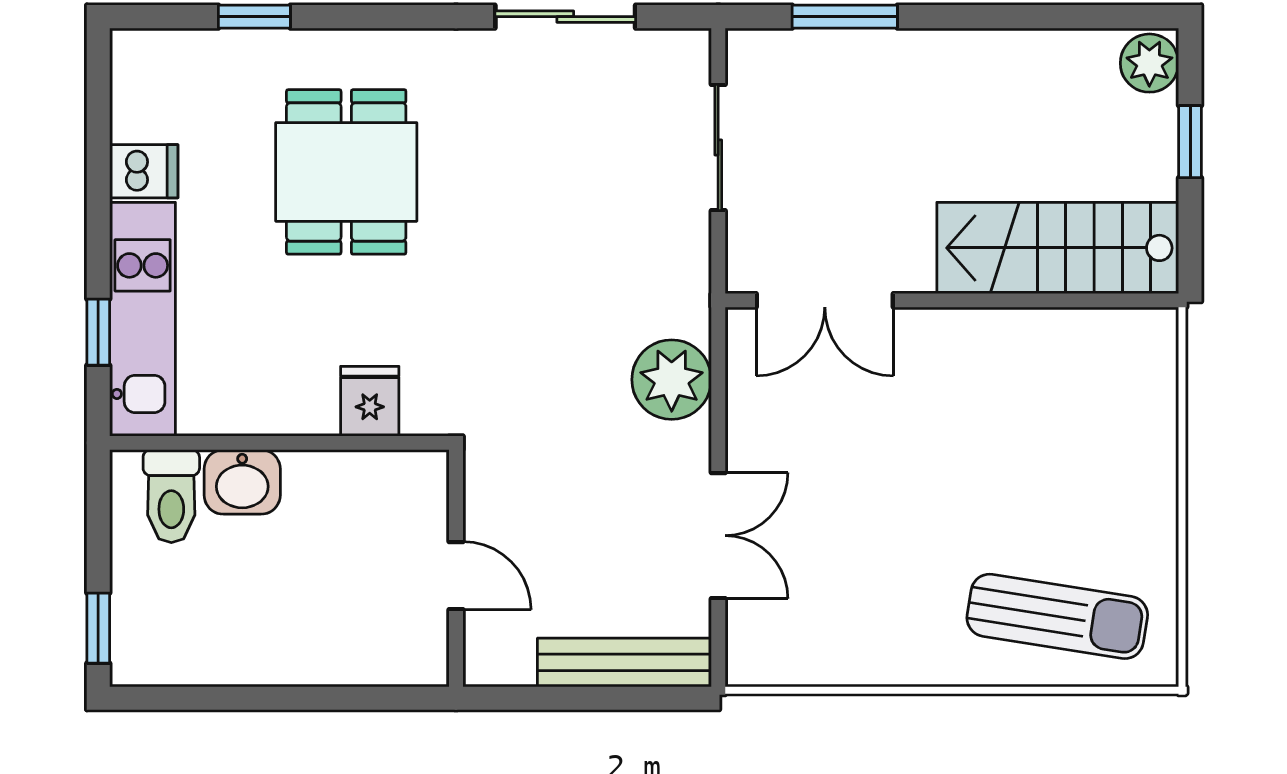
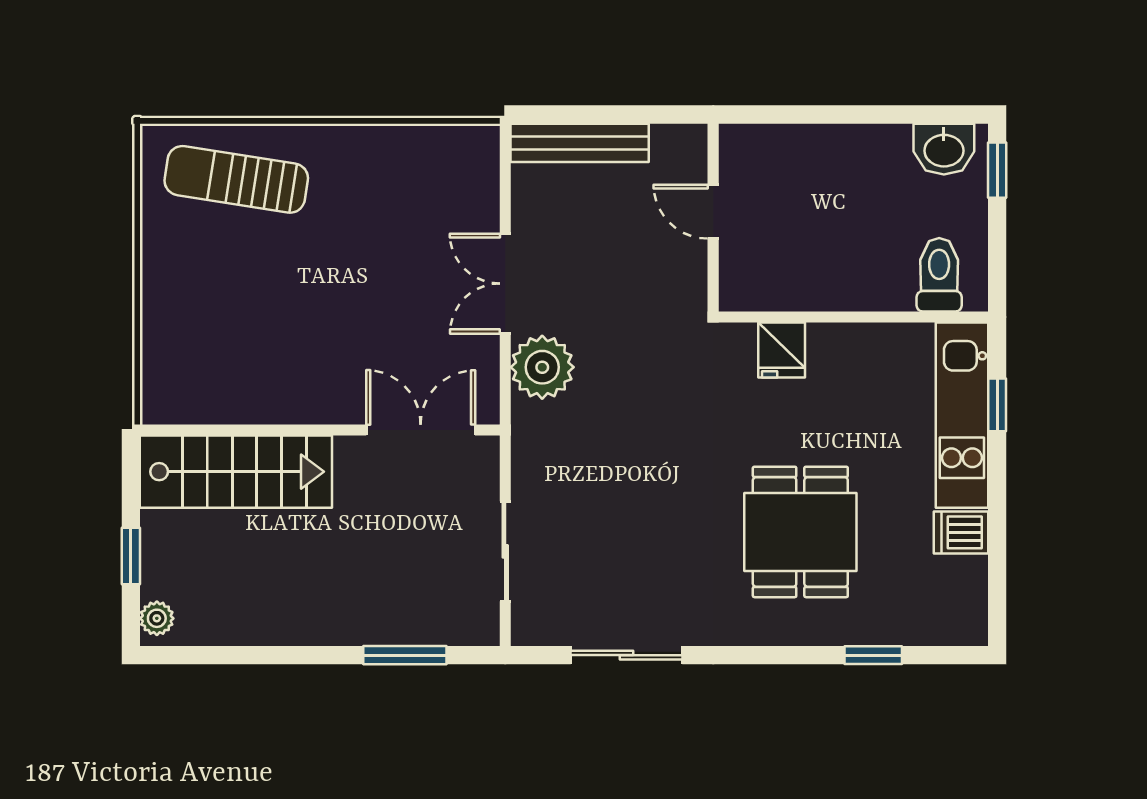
plant: (1149, 63) -> (157, 618), width x0.73, depth x0.73
washbasin: (242, 482) -> (944, 149), moved, turned 180
double door: (718, 536) -> (505, 284), moved

